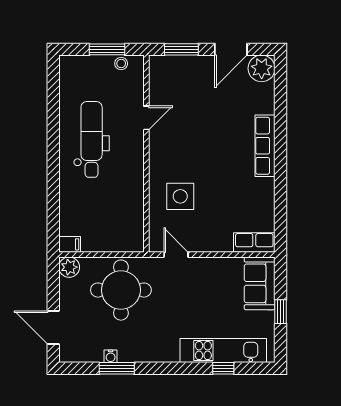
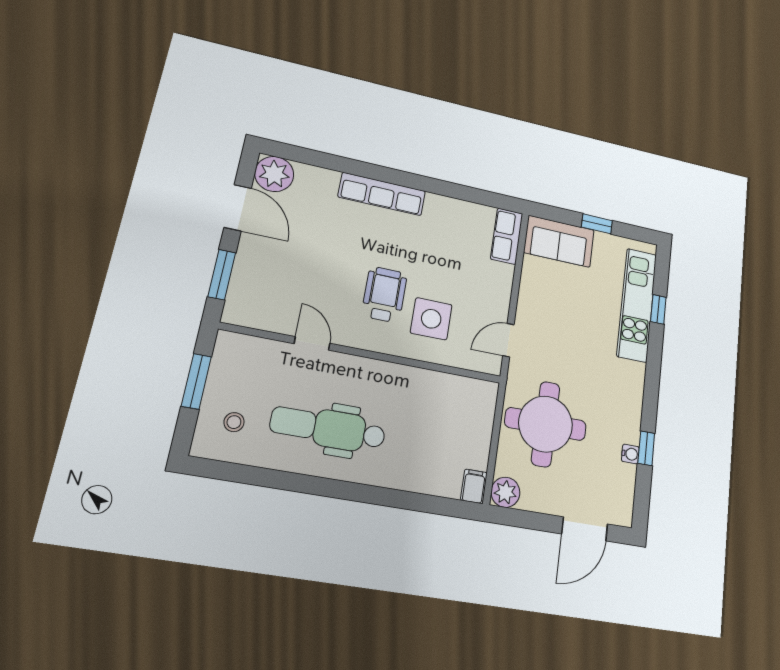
stool: (121, 63) -> (234, 422), moved
wheelchair: (191, 161) -> (384, 295), added
window: (117, 368) -> (646, 448), width x0.67

